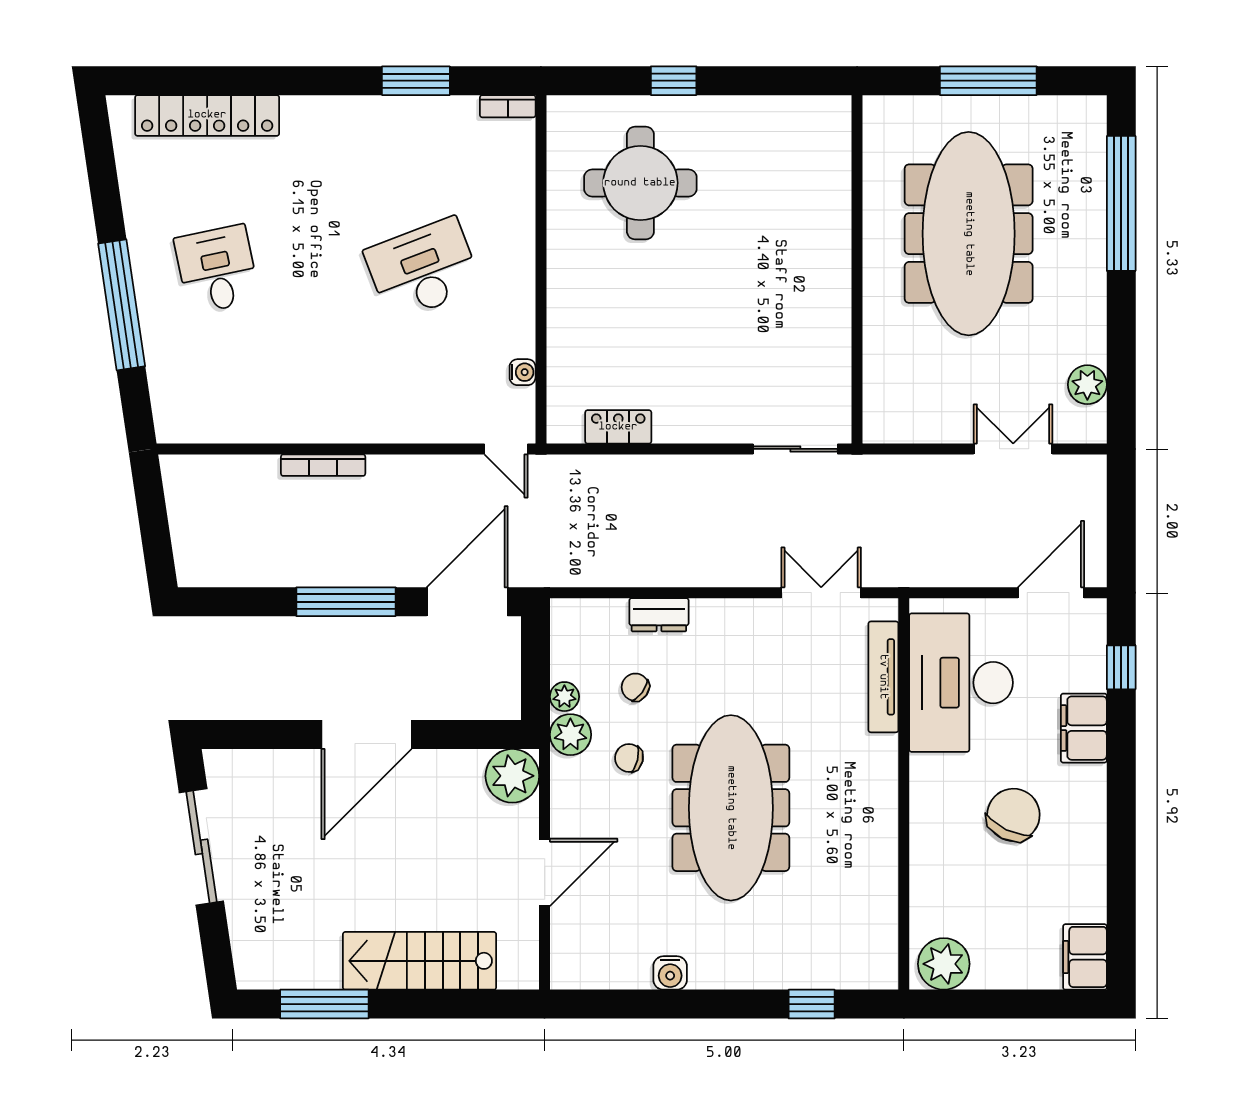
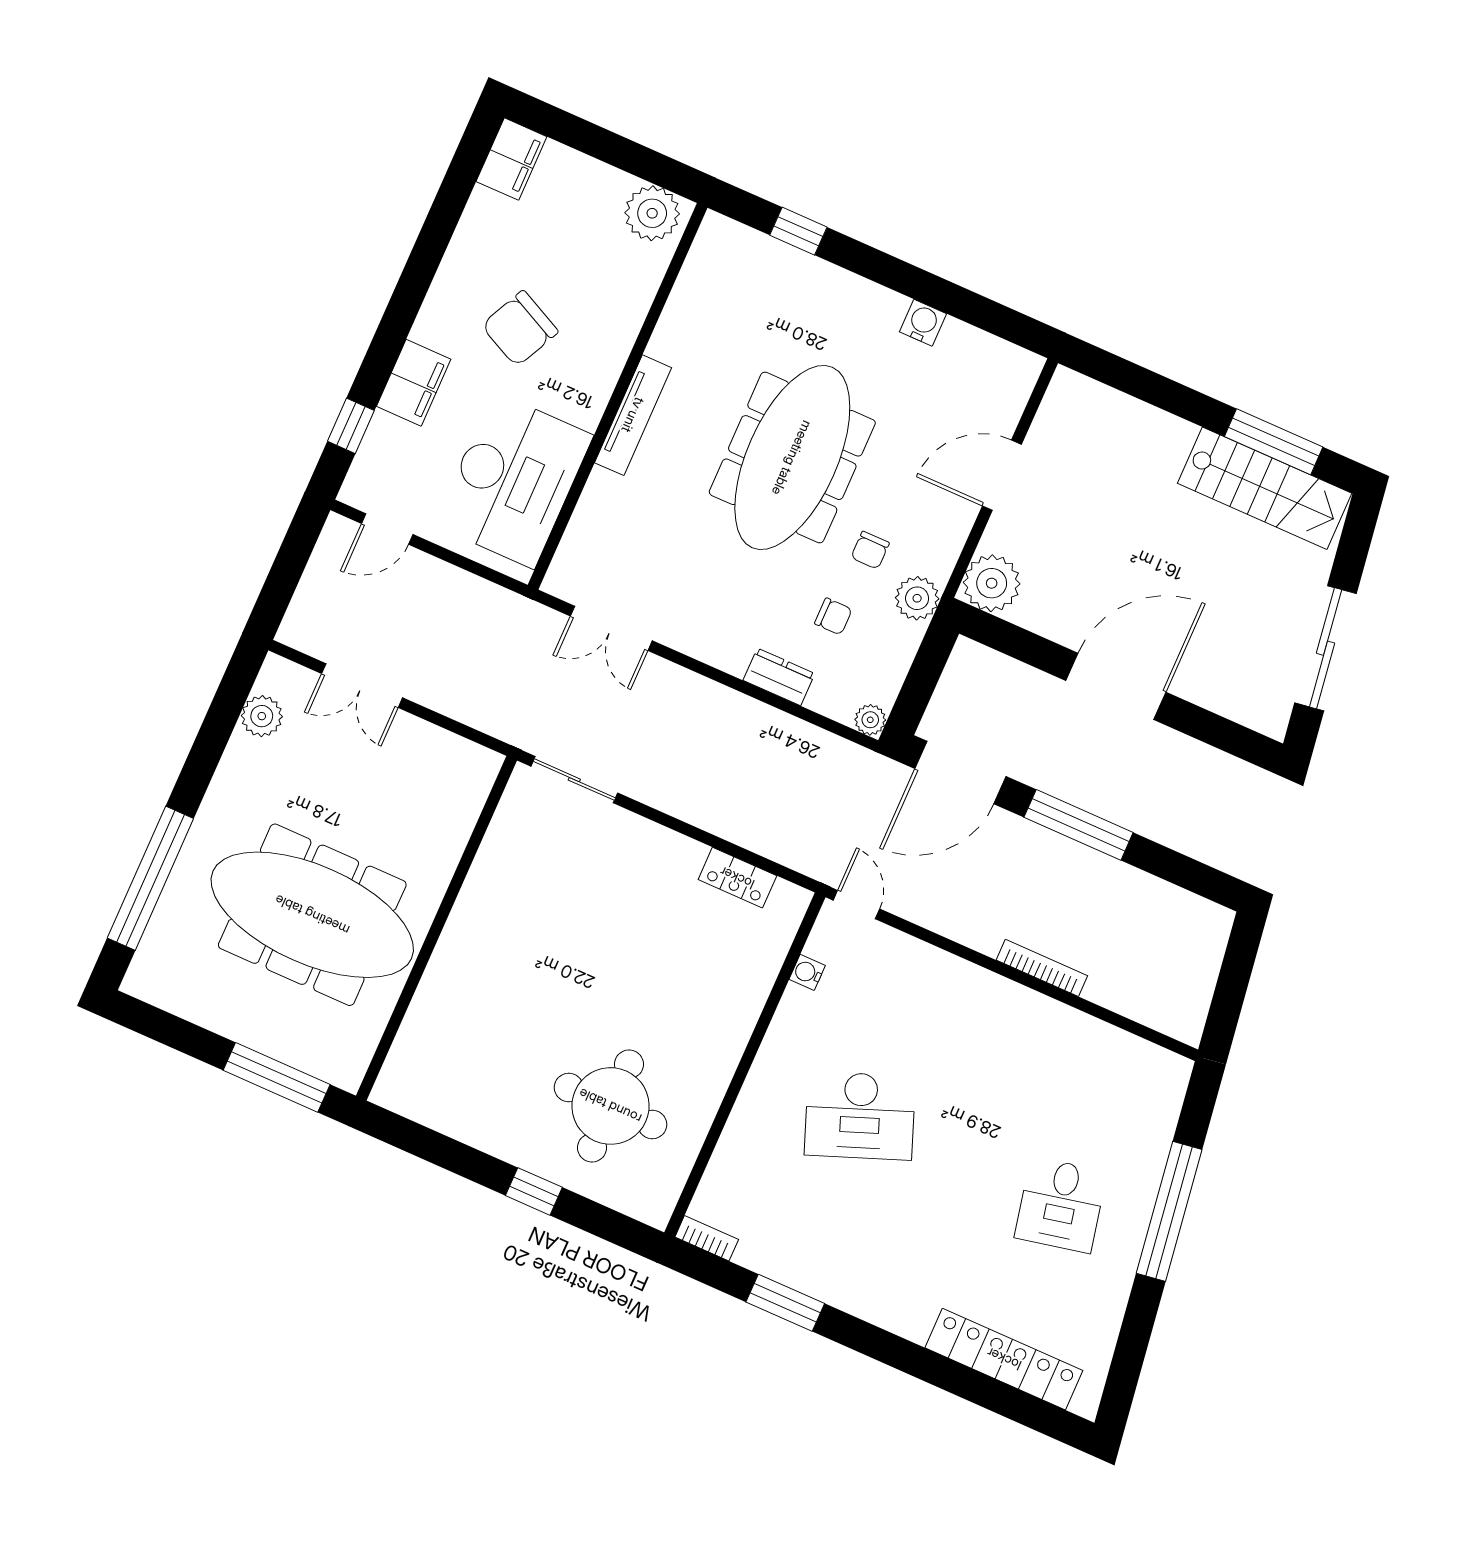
window: (988, 81) -> (277, 1077), moved
meeting table: (969, 234) -> (312, 915), turned 90
door: (1051, 593) -> (387, 529), width x0.73
tv unit: (883, 677) -> (633, 415), moved
chair: (635, 687) -> (833, 616), turned -36
plant: (564, 697) -> (870, 720), moved
chair: (629, 758) -> (870, 550), turned 77
stairs: (420, 961) -> (1265, 488), moved

